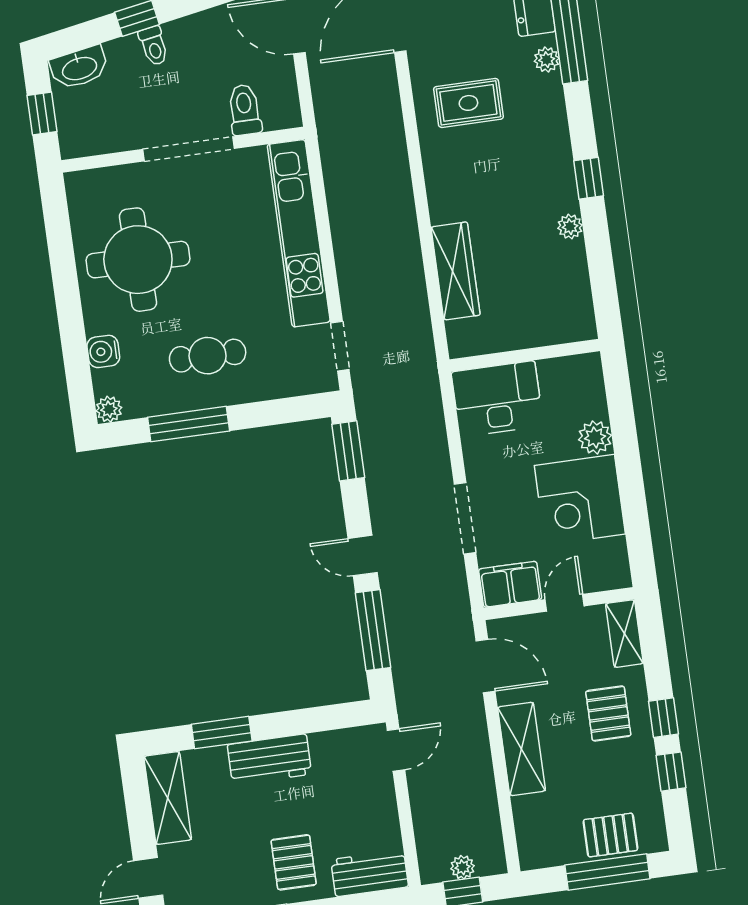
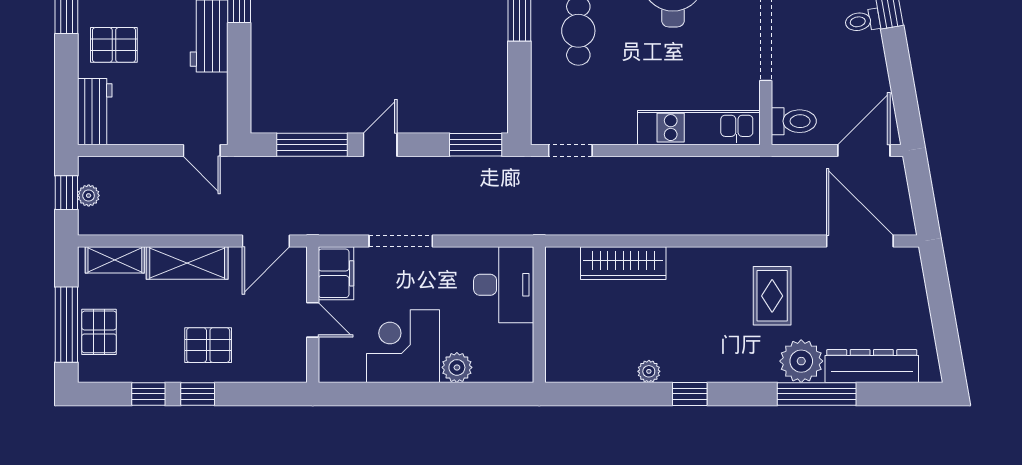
plant: (547, 60) -> (801, 361), width x1.87, depth x1.87
toilet: (245, 110) -> (794, 121), moved
kitchen unit: (299, 233) -> (699, 128), width x0.73
shelving: (624, 634) -> (115, 260), moved

